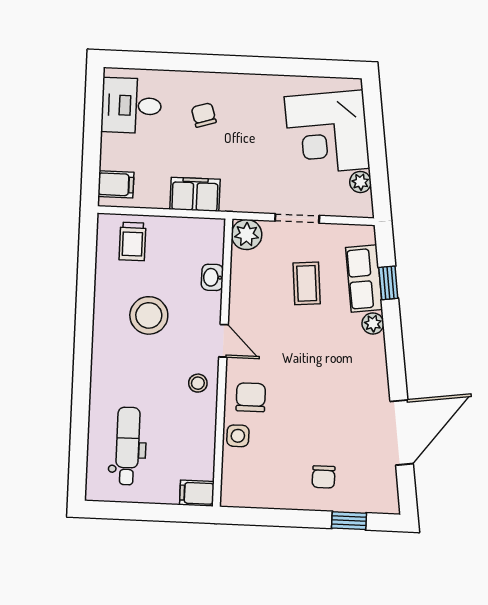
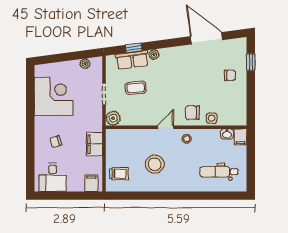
corner desk: (327, 132) -> (54, 97), moved, turned -82
washbasin: (212, 277) -> (227, 134), moved

